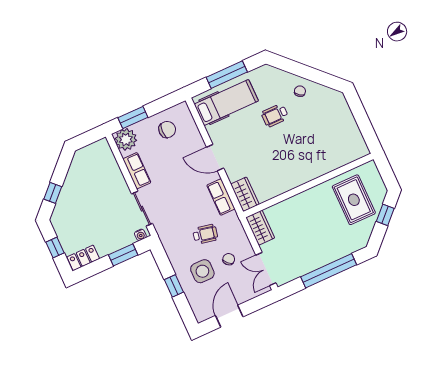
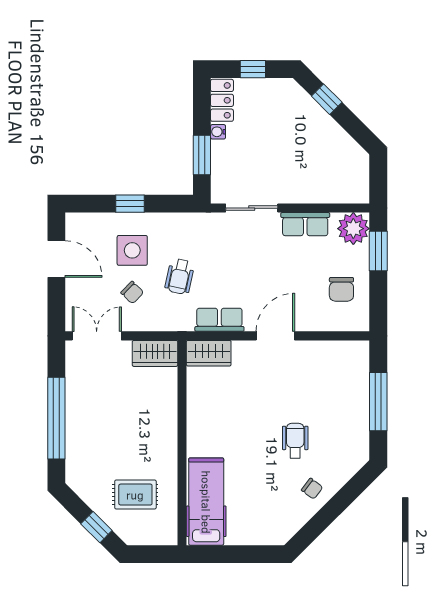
hospital bed: (226, 103) -> (206, 502), moved, turned 180
rug: (354, 200) -> (135, 495), width x0.73, depth x0.70
water cooler: (140, 235) -> (218, 132), moved

